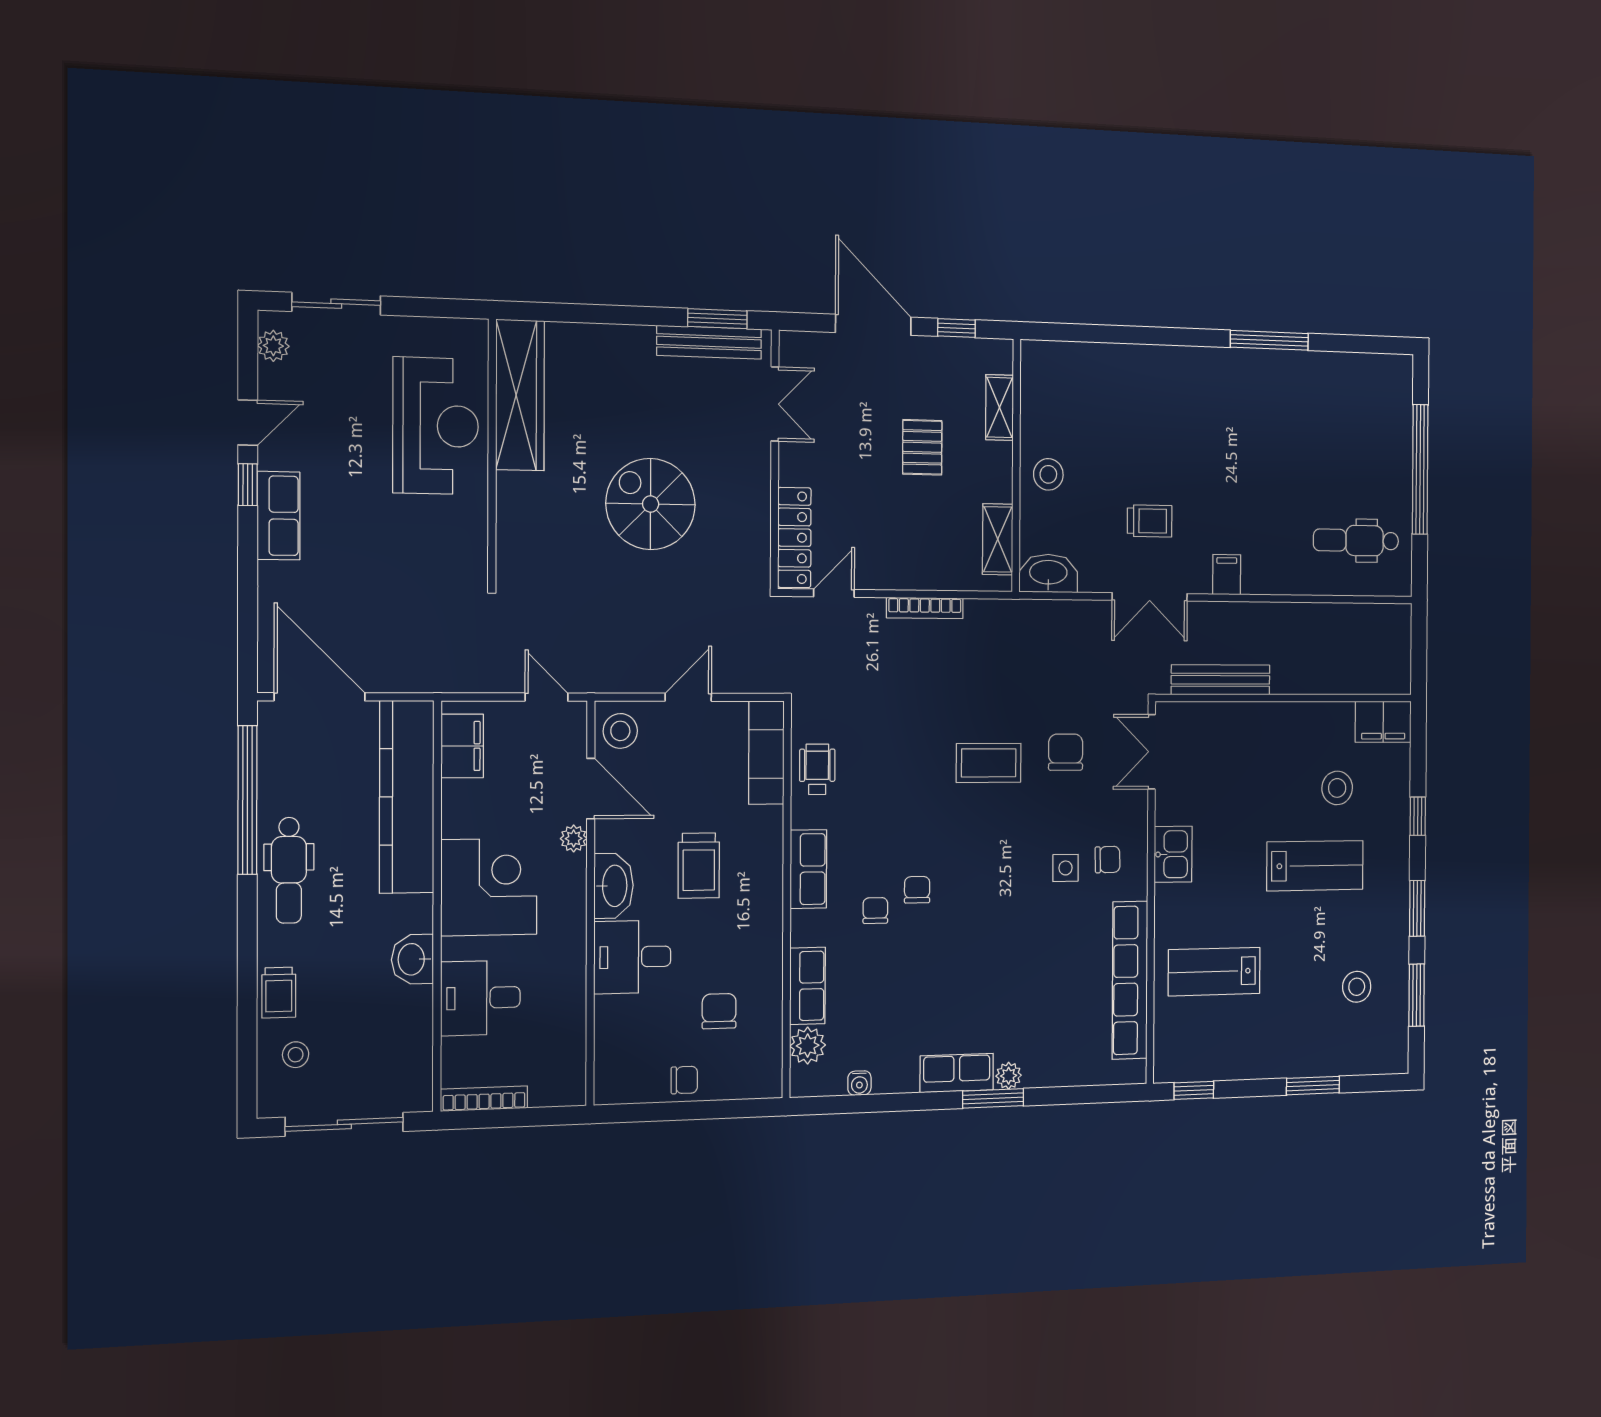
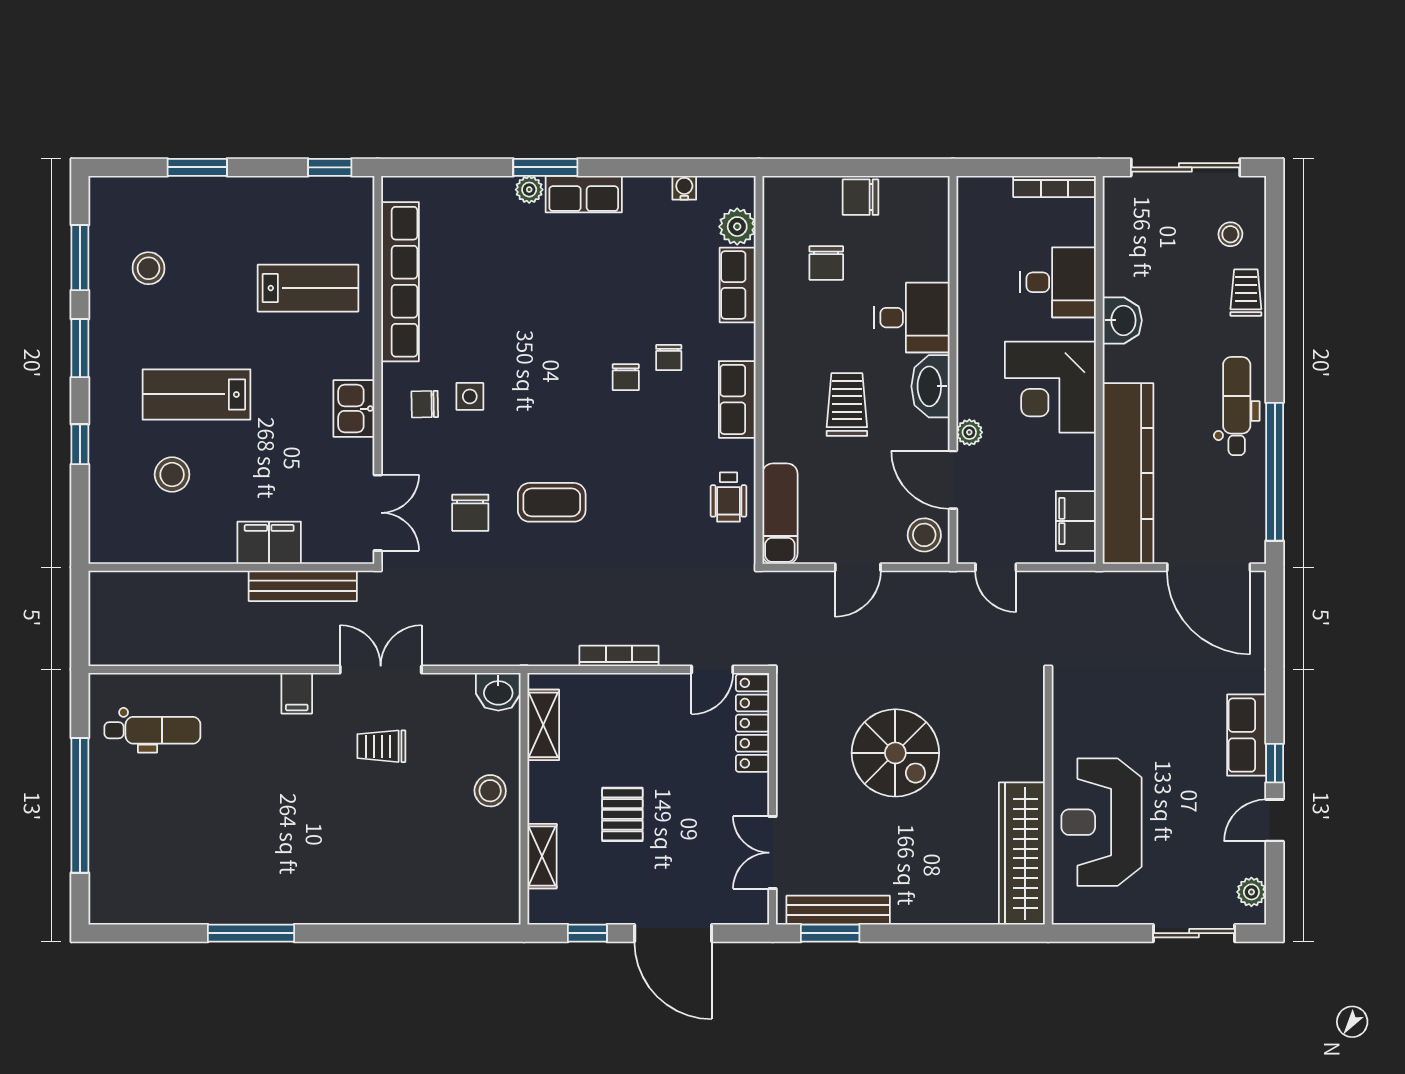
washbasin: (1048, 573) -> (498, 692), width x0.72
filing cabinet: (1383, 722) -> (269, 543), moved
chair: (684, 1080) -> (860, 197), width x1.37, depth x1.37

